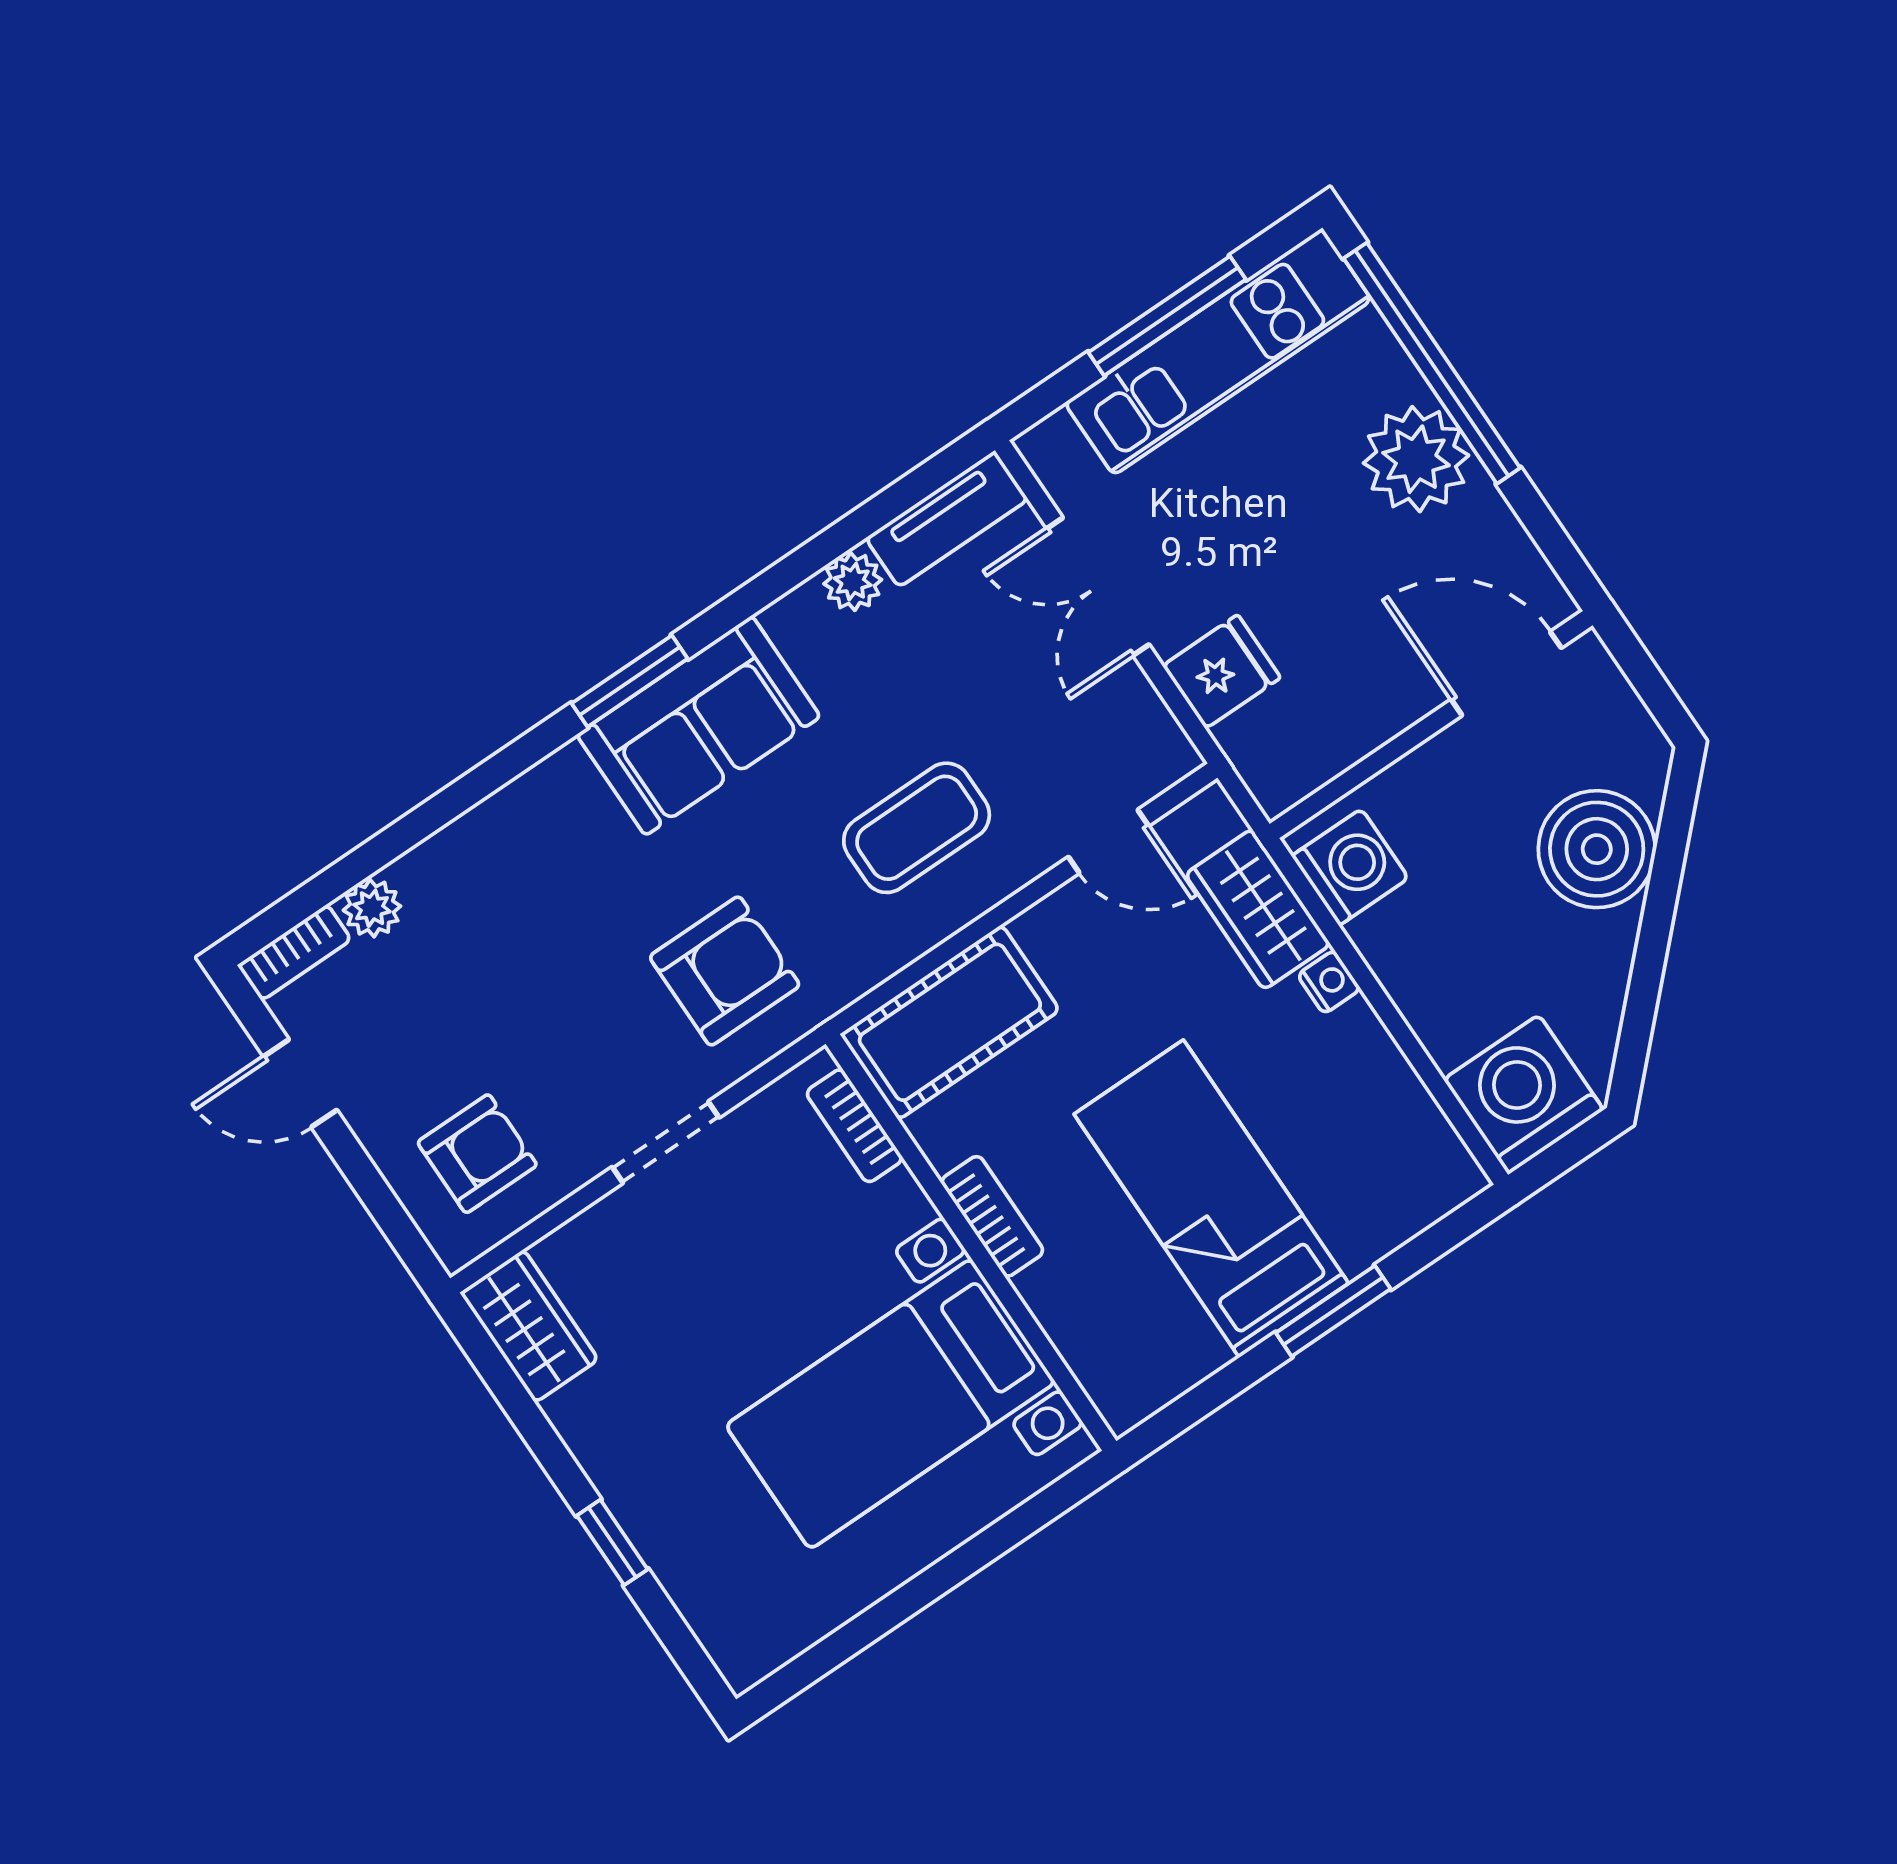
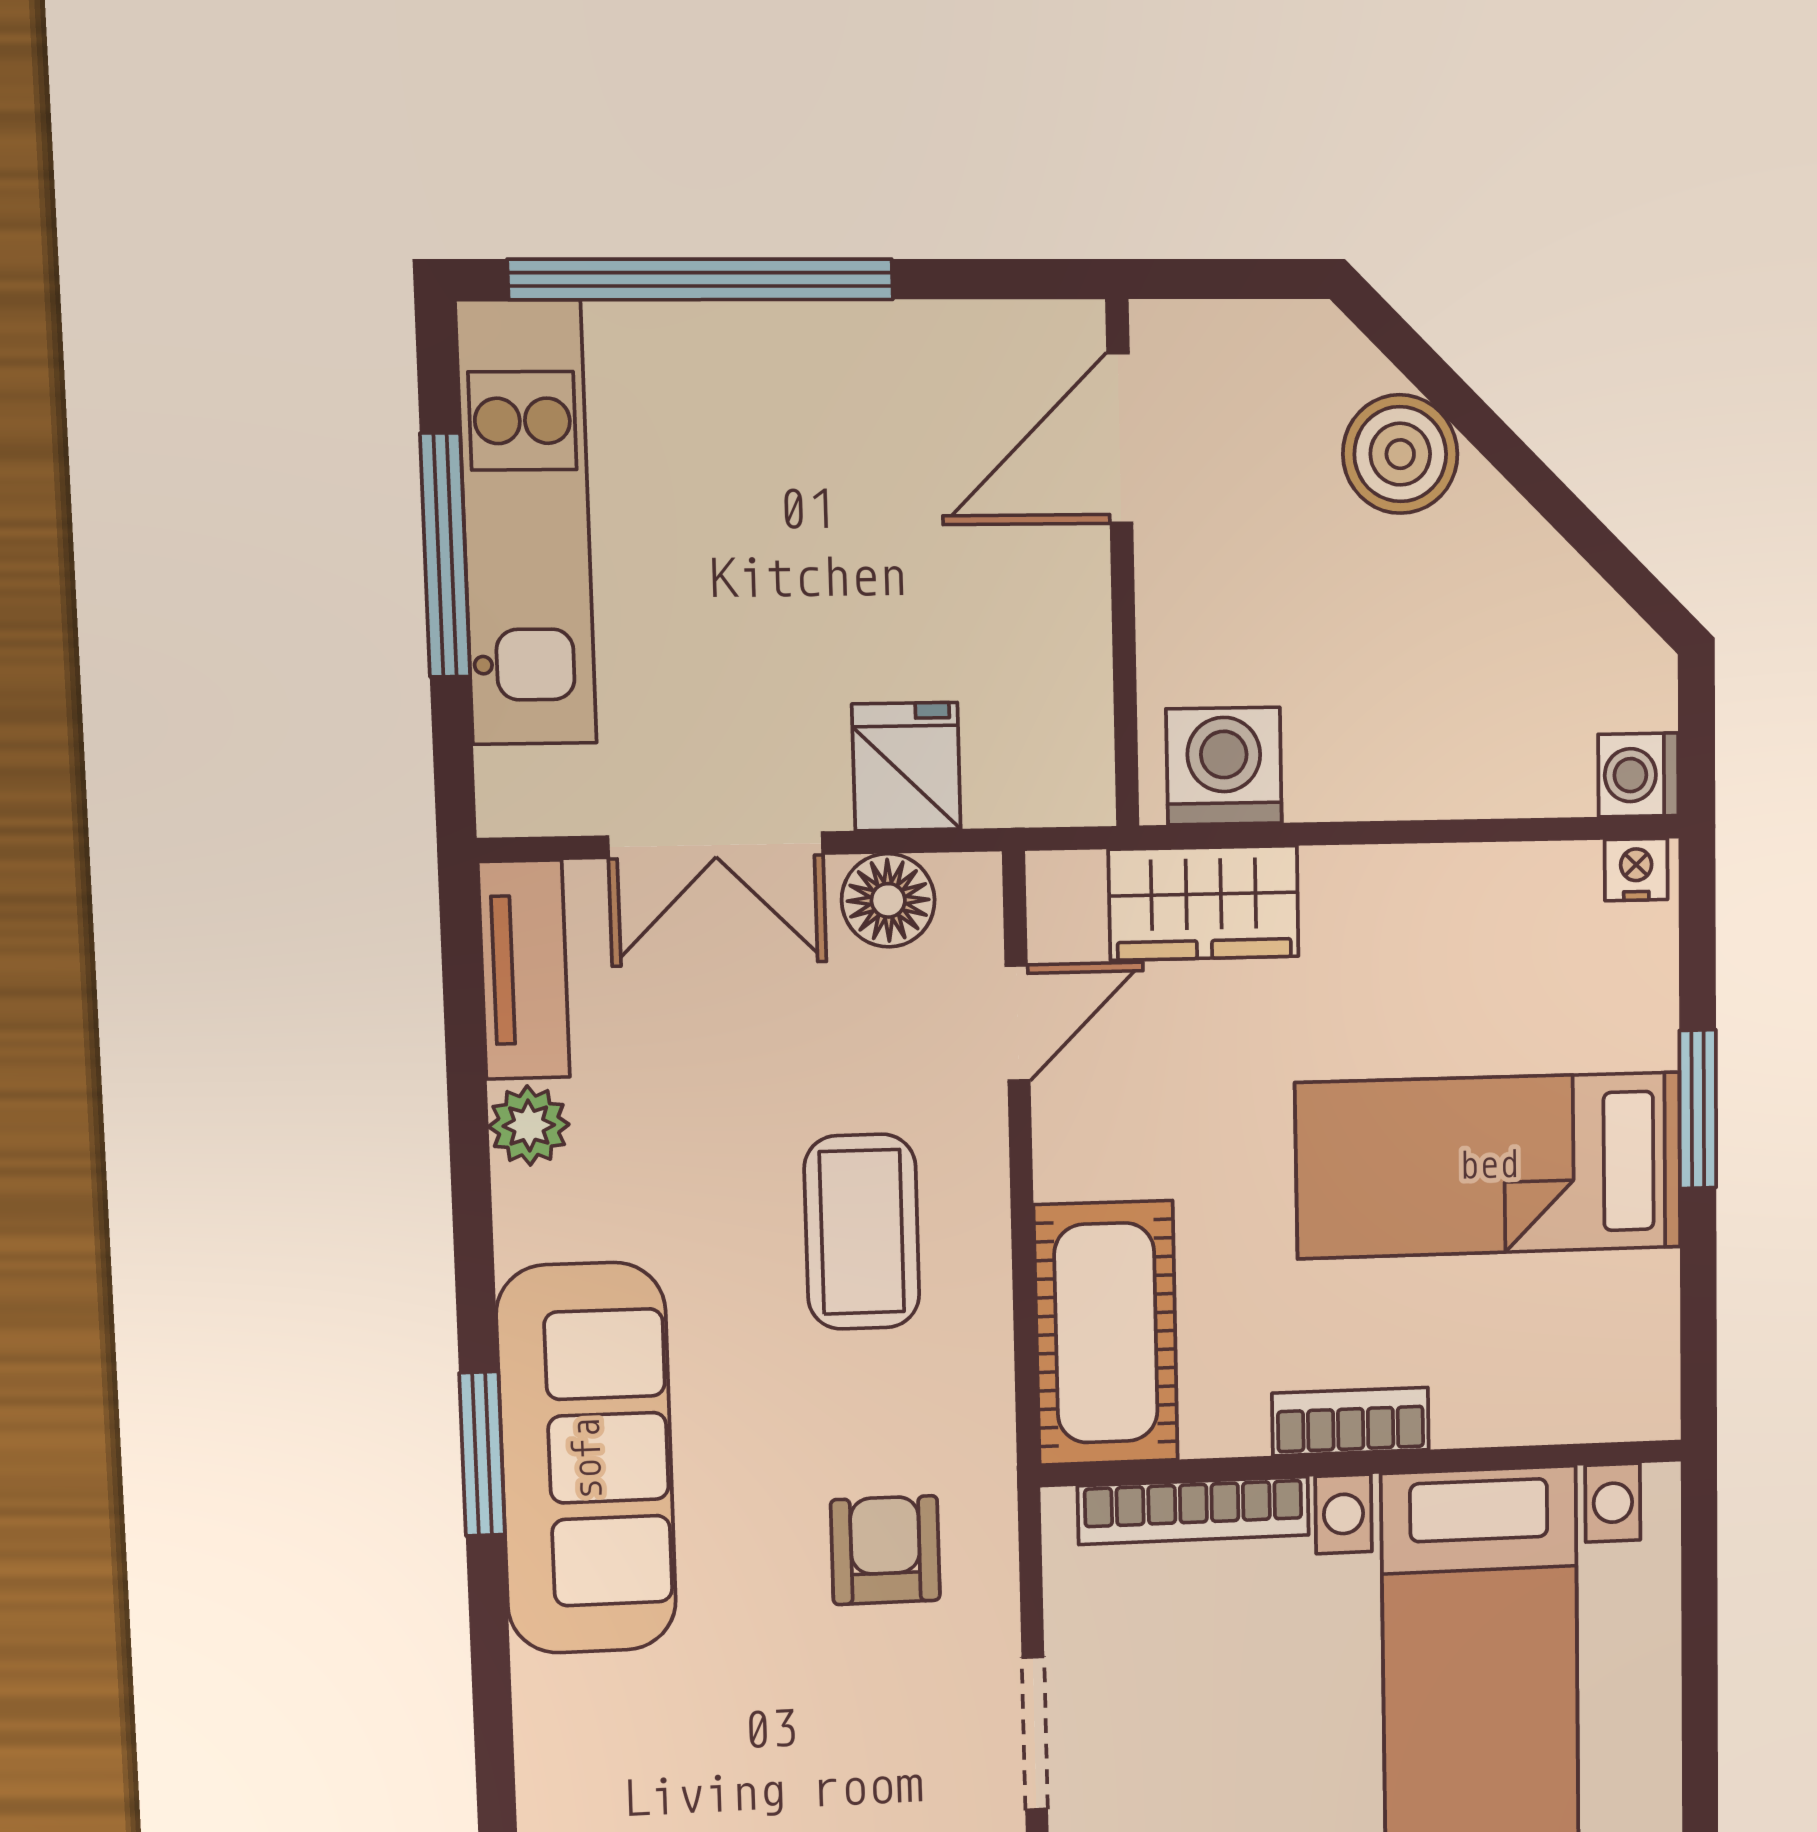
plant: (1416, 459) -> (803, 375), removed
floor lamp: (1132, 713) -> (888, 900), added
sofa: (698, 726) -> (587, 1459), width x1.36
boiler: (1597, 849) -> (1400, 454), width x0.73, depth x0.73
armchair: (725, 971) -> (885, 1550), width x0.72, depth x0.72
nightstand: (1329, 982) -> (1636, 870), moved
washing machine: (1523, 1095) -> (1638, 775), width x0.53, depth x0.53
bookcase: (854, 1126) -> (1194, 1511), width x1.56

